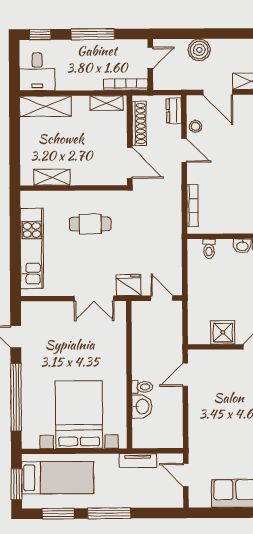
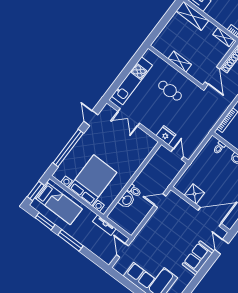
shelving: (52, 177) -> (180, 62), moved
double door: (94, 298) -> (129, 117), moved

